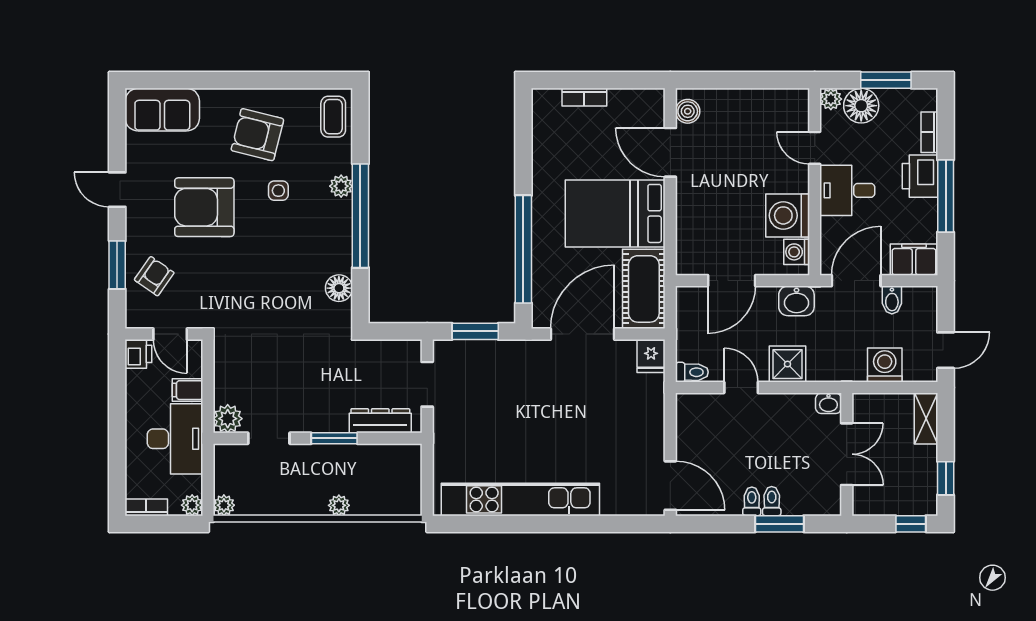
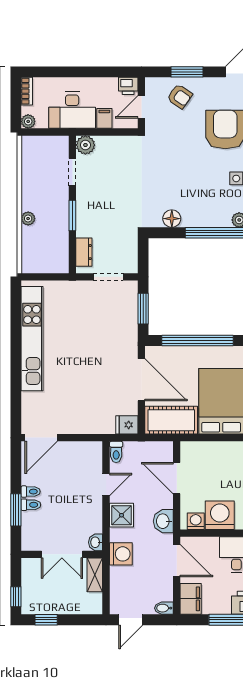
bidet: (892, 300) -> (164, 608), moved
door: (946, 350) -> (131, 620), hinge flipped
washing machine: (885, 365) -> (121, 554), moved
shelving: (926, 418) -> (95, 575), moved, turned 90
dresser: (380, 421) -> (84, 252), width x0.70
plant: (224, 505) -> (28, 142), removed

